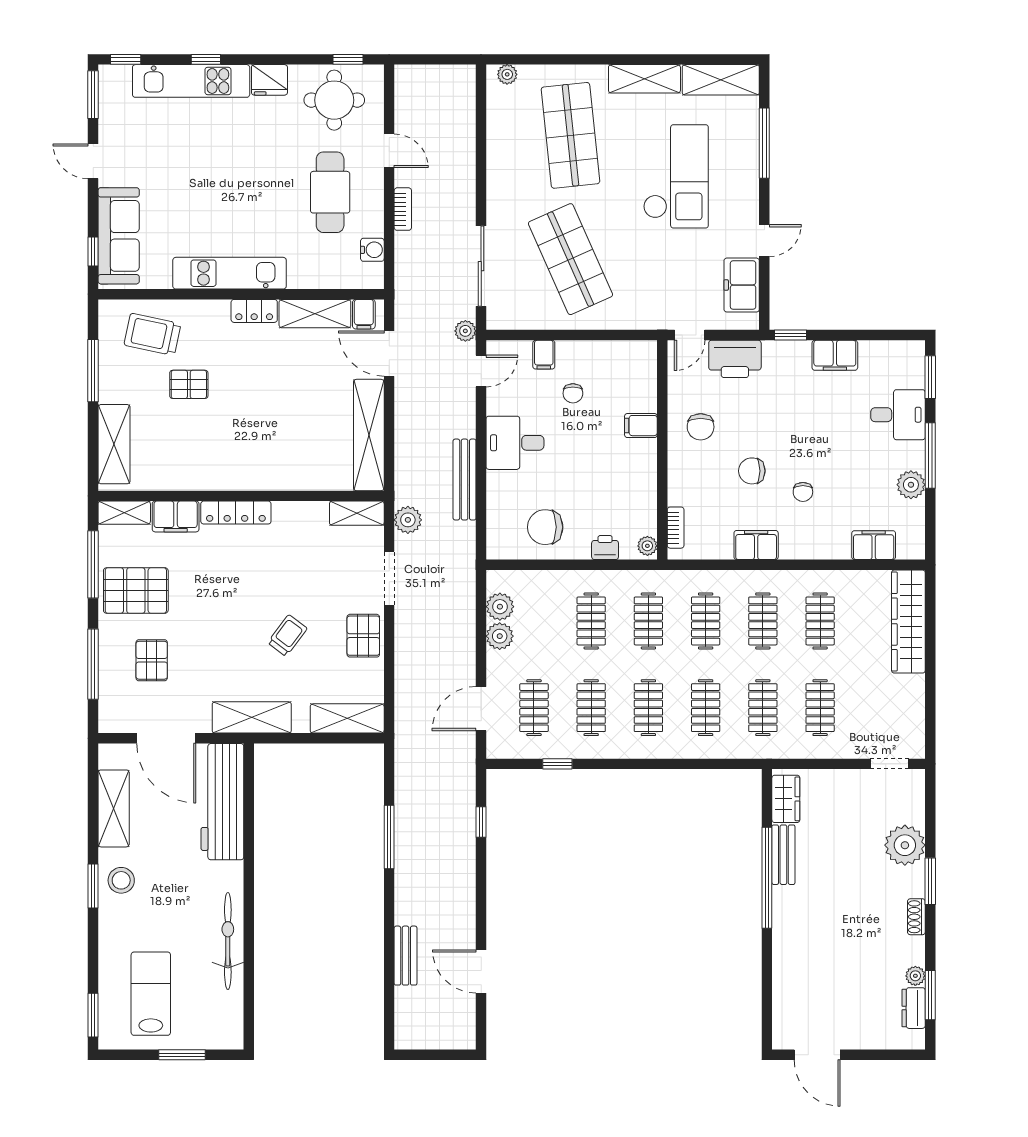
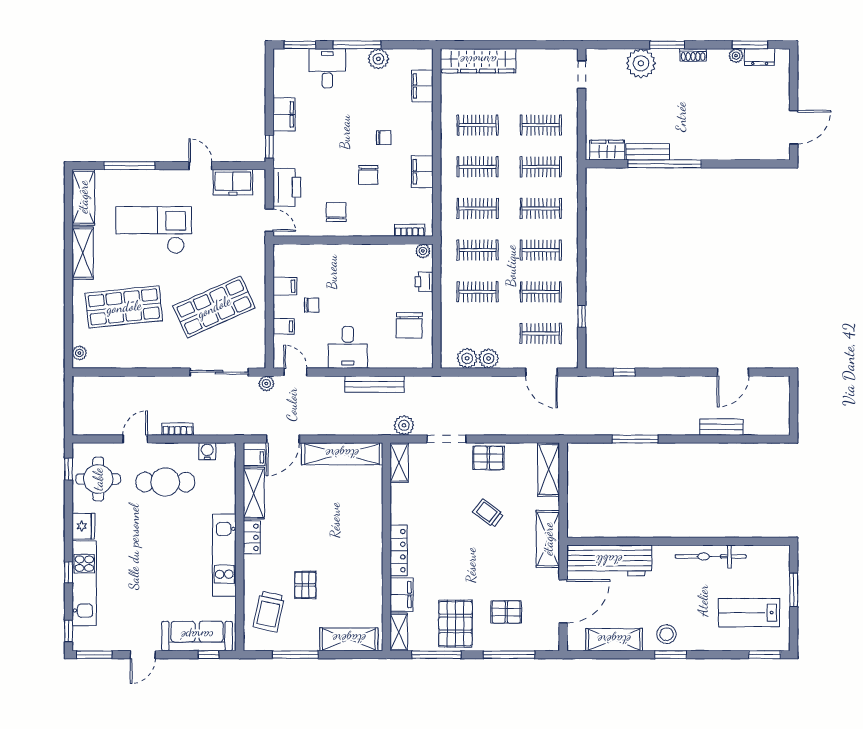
filing cabinet: (641, 426) -> (285, 286), moved, turned -90
chair: (701, 427) -> (336, 212), turned -90

